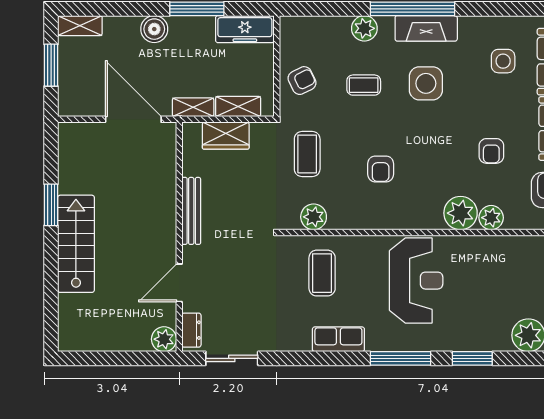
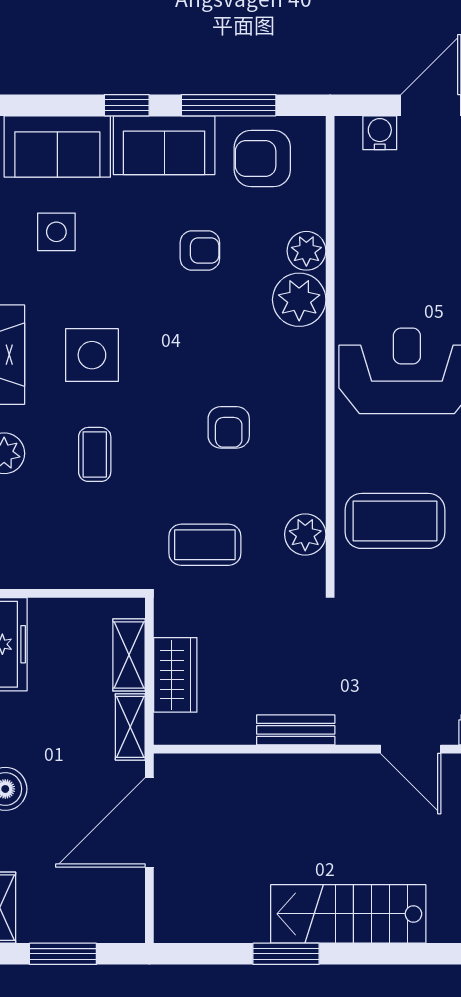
armchair: (302, 81) -> (87, 553), removed
armchair: (381, 169) -> (229, 427), turned 90
bench: (191, 211) -> (296, 730), width x0.73
coffee table: (322, 273) -> (395, 521), width x1.36, depth x1.32

